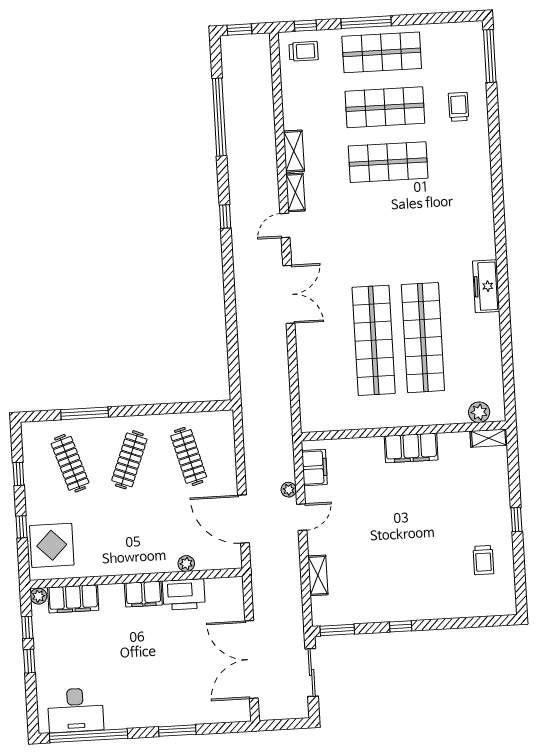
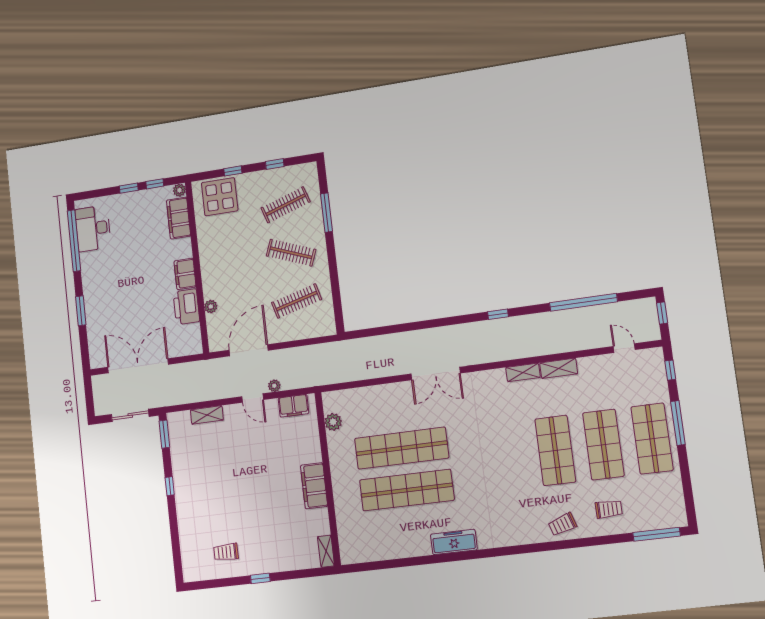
trolley: (304, 51) -> (562, 524), moved, turned 72
door: (285, 226) -> (624, 348), moved
plant: (479, 412) -> (333, 422), moved

